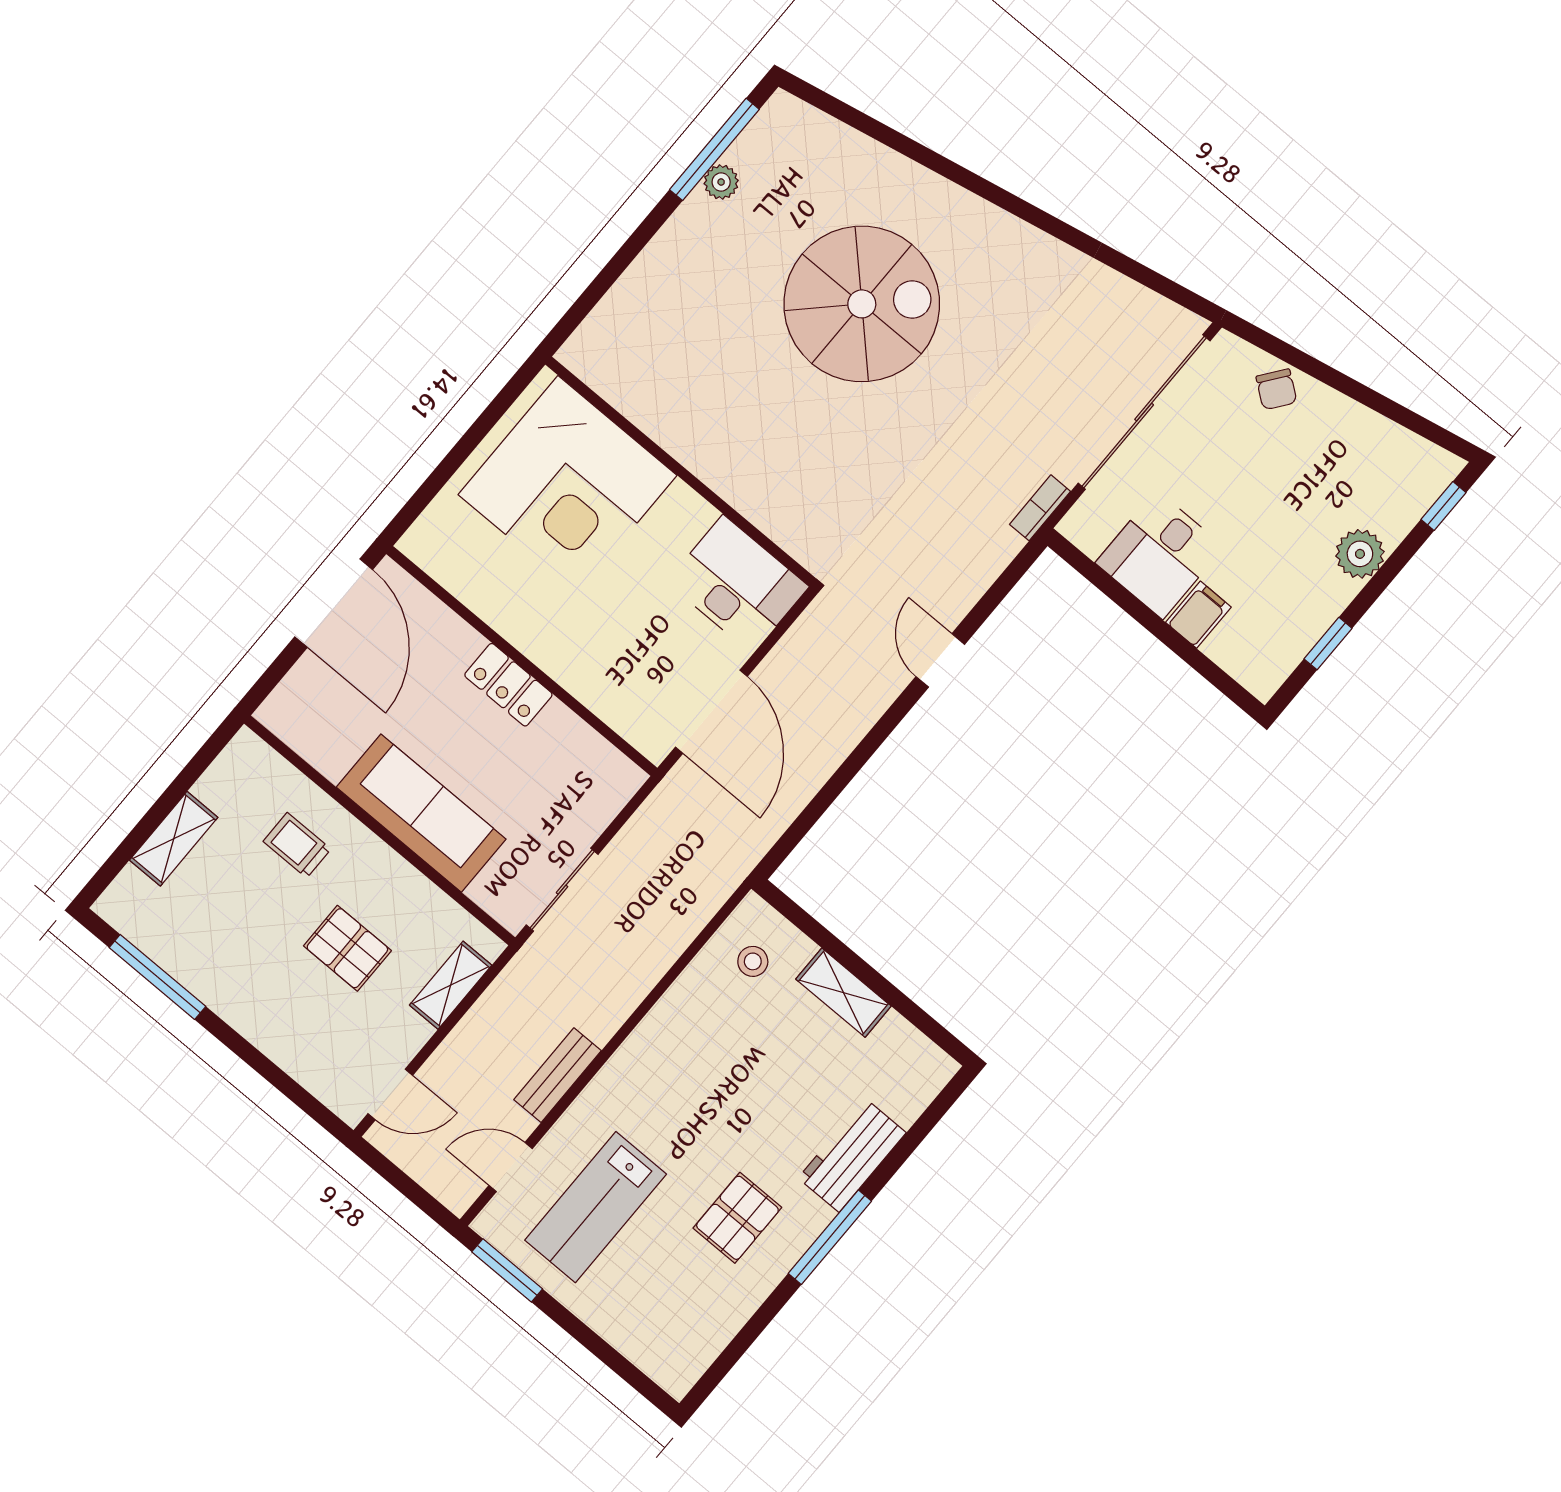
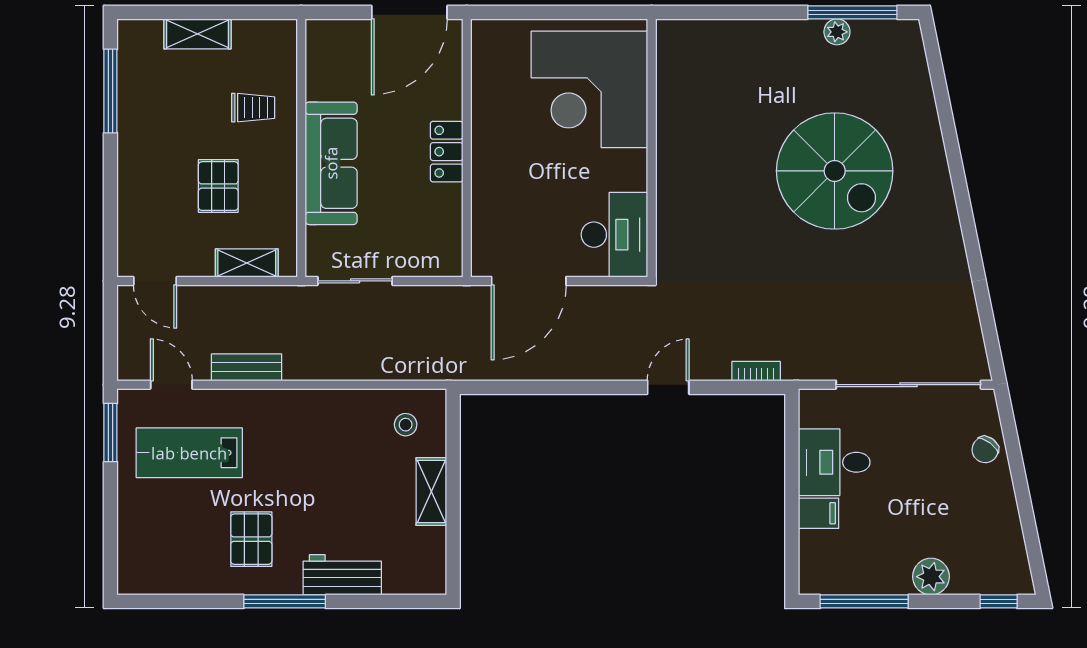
bookcase: (1040, 508) -> (756, 371), moved
window: (1328, 644) -> (864, 601), width x2.17
trolley: (297, 845) -> (253, 108), turned 90
pallet: (737, 1218) -> (251, 539), turned 90

